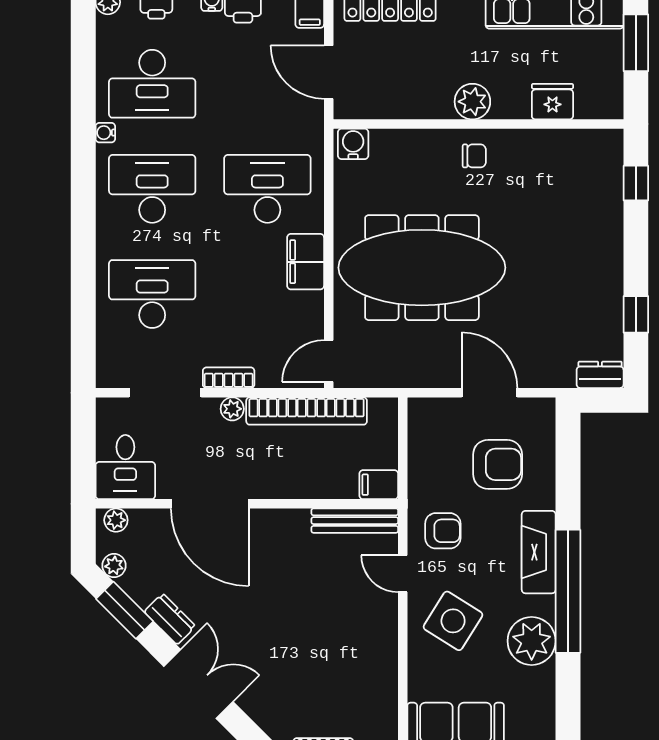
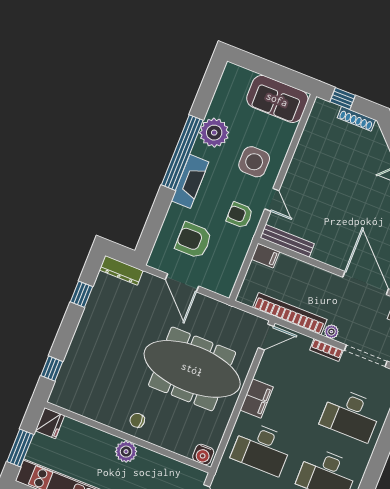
fridge: (552, 102) -> (50, 423), moved, turned -90
dresser: (600, 375) -> (121, 270), width x1.44
side table: (453, 621) -> (254, 162), turned -32

